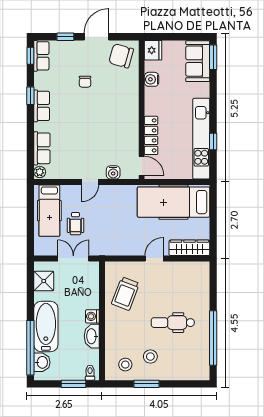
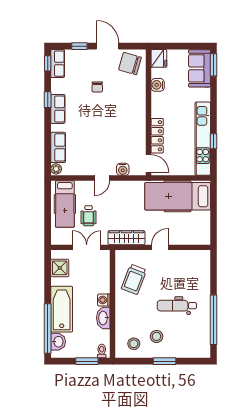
door: (97, 37) -> (108, 46), hinge flipped
wardrobe: (189, 248) -> (126, 238), moved
window: (146, 384) -> (164, 361), moved

